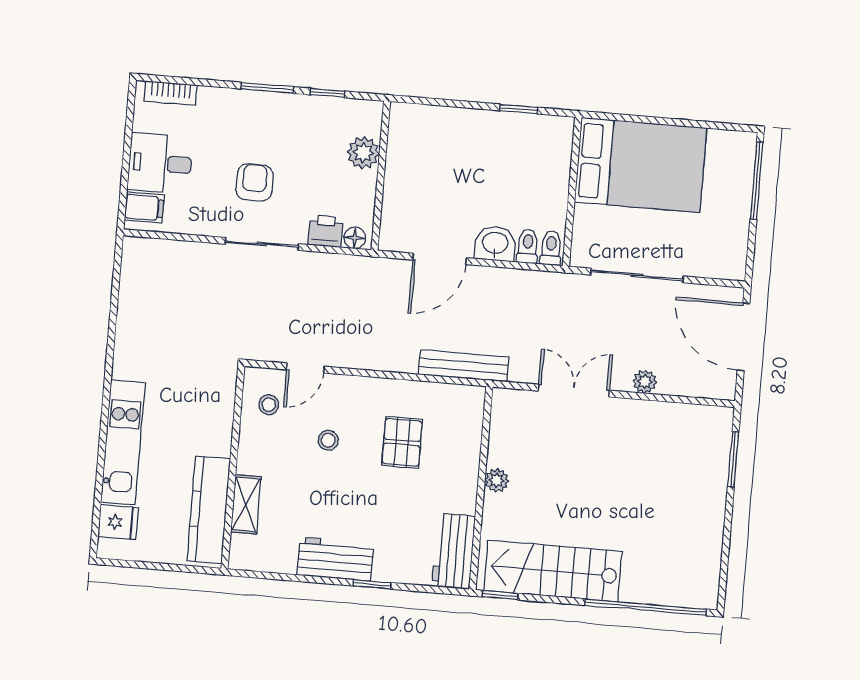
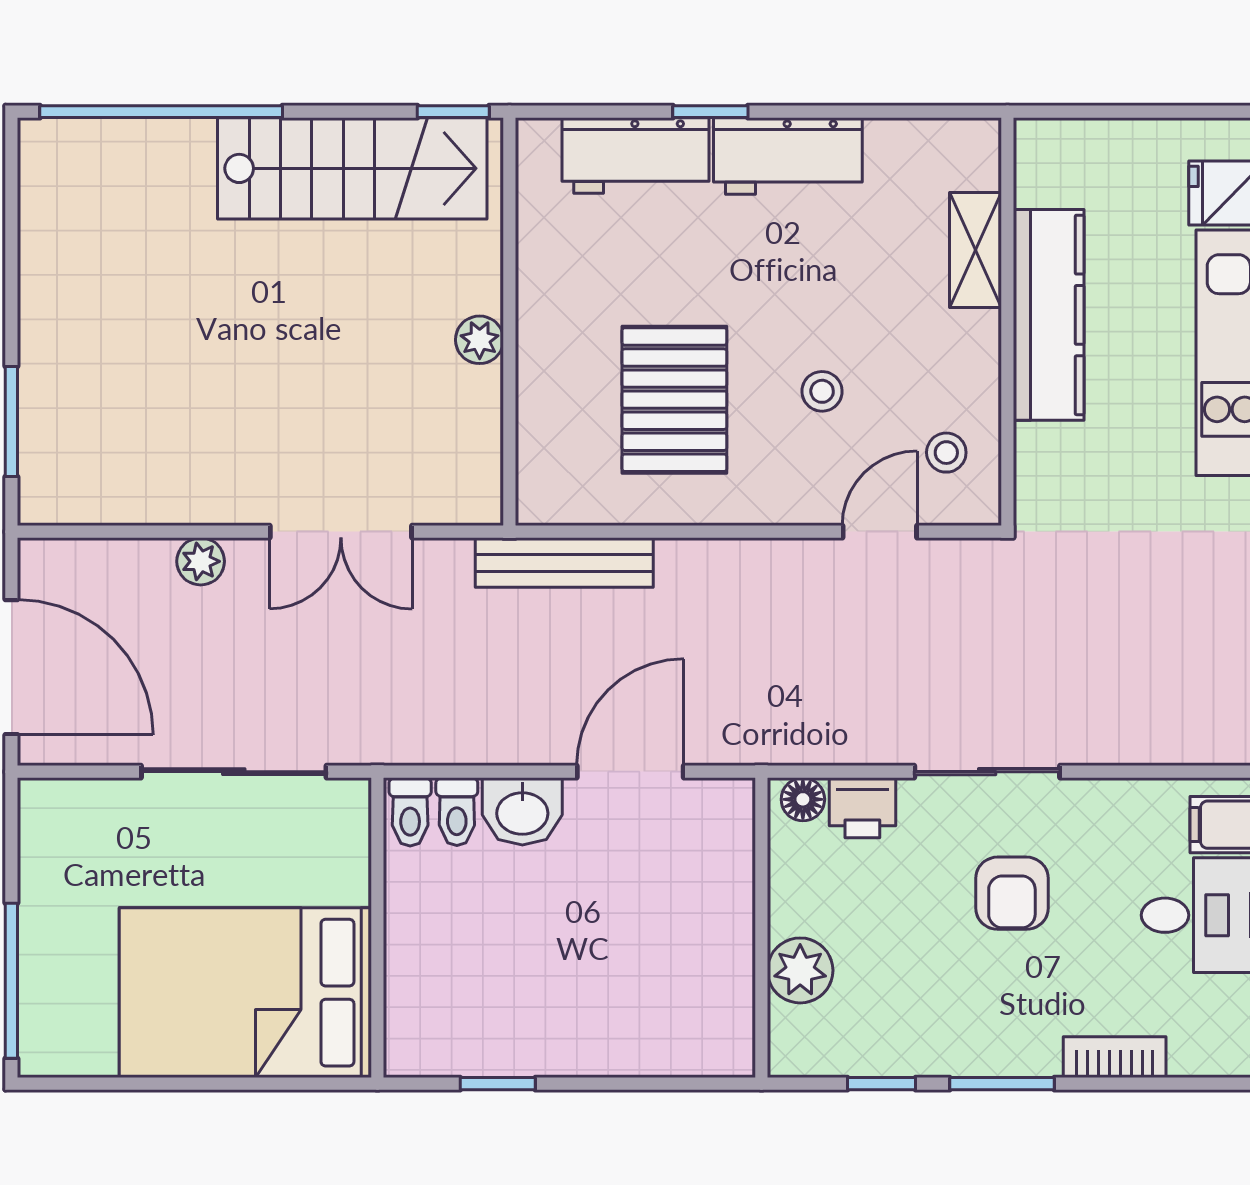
bookcase: (171, 93) -> (1115, 1057), moved
pallet: (402, 442) -> (674, 400), width x1.50, depth x1.42
kitchen counter: (209, 510) -> (1049, 315), moved
workbench: (454, 551) -> (636, 156), moved, turned 90

